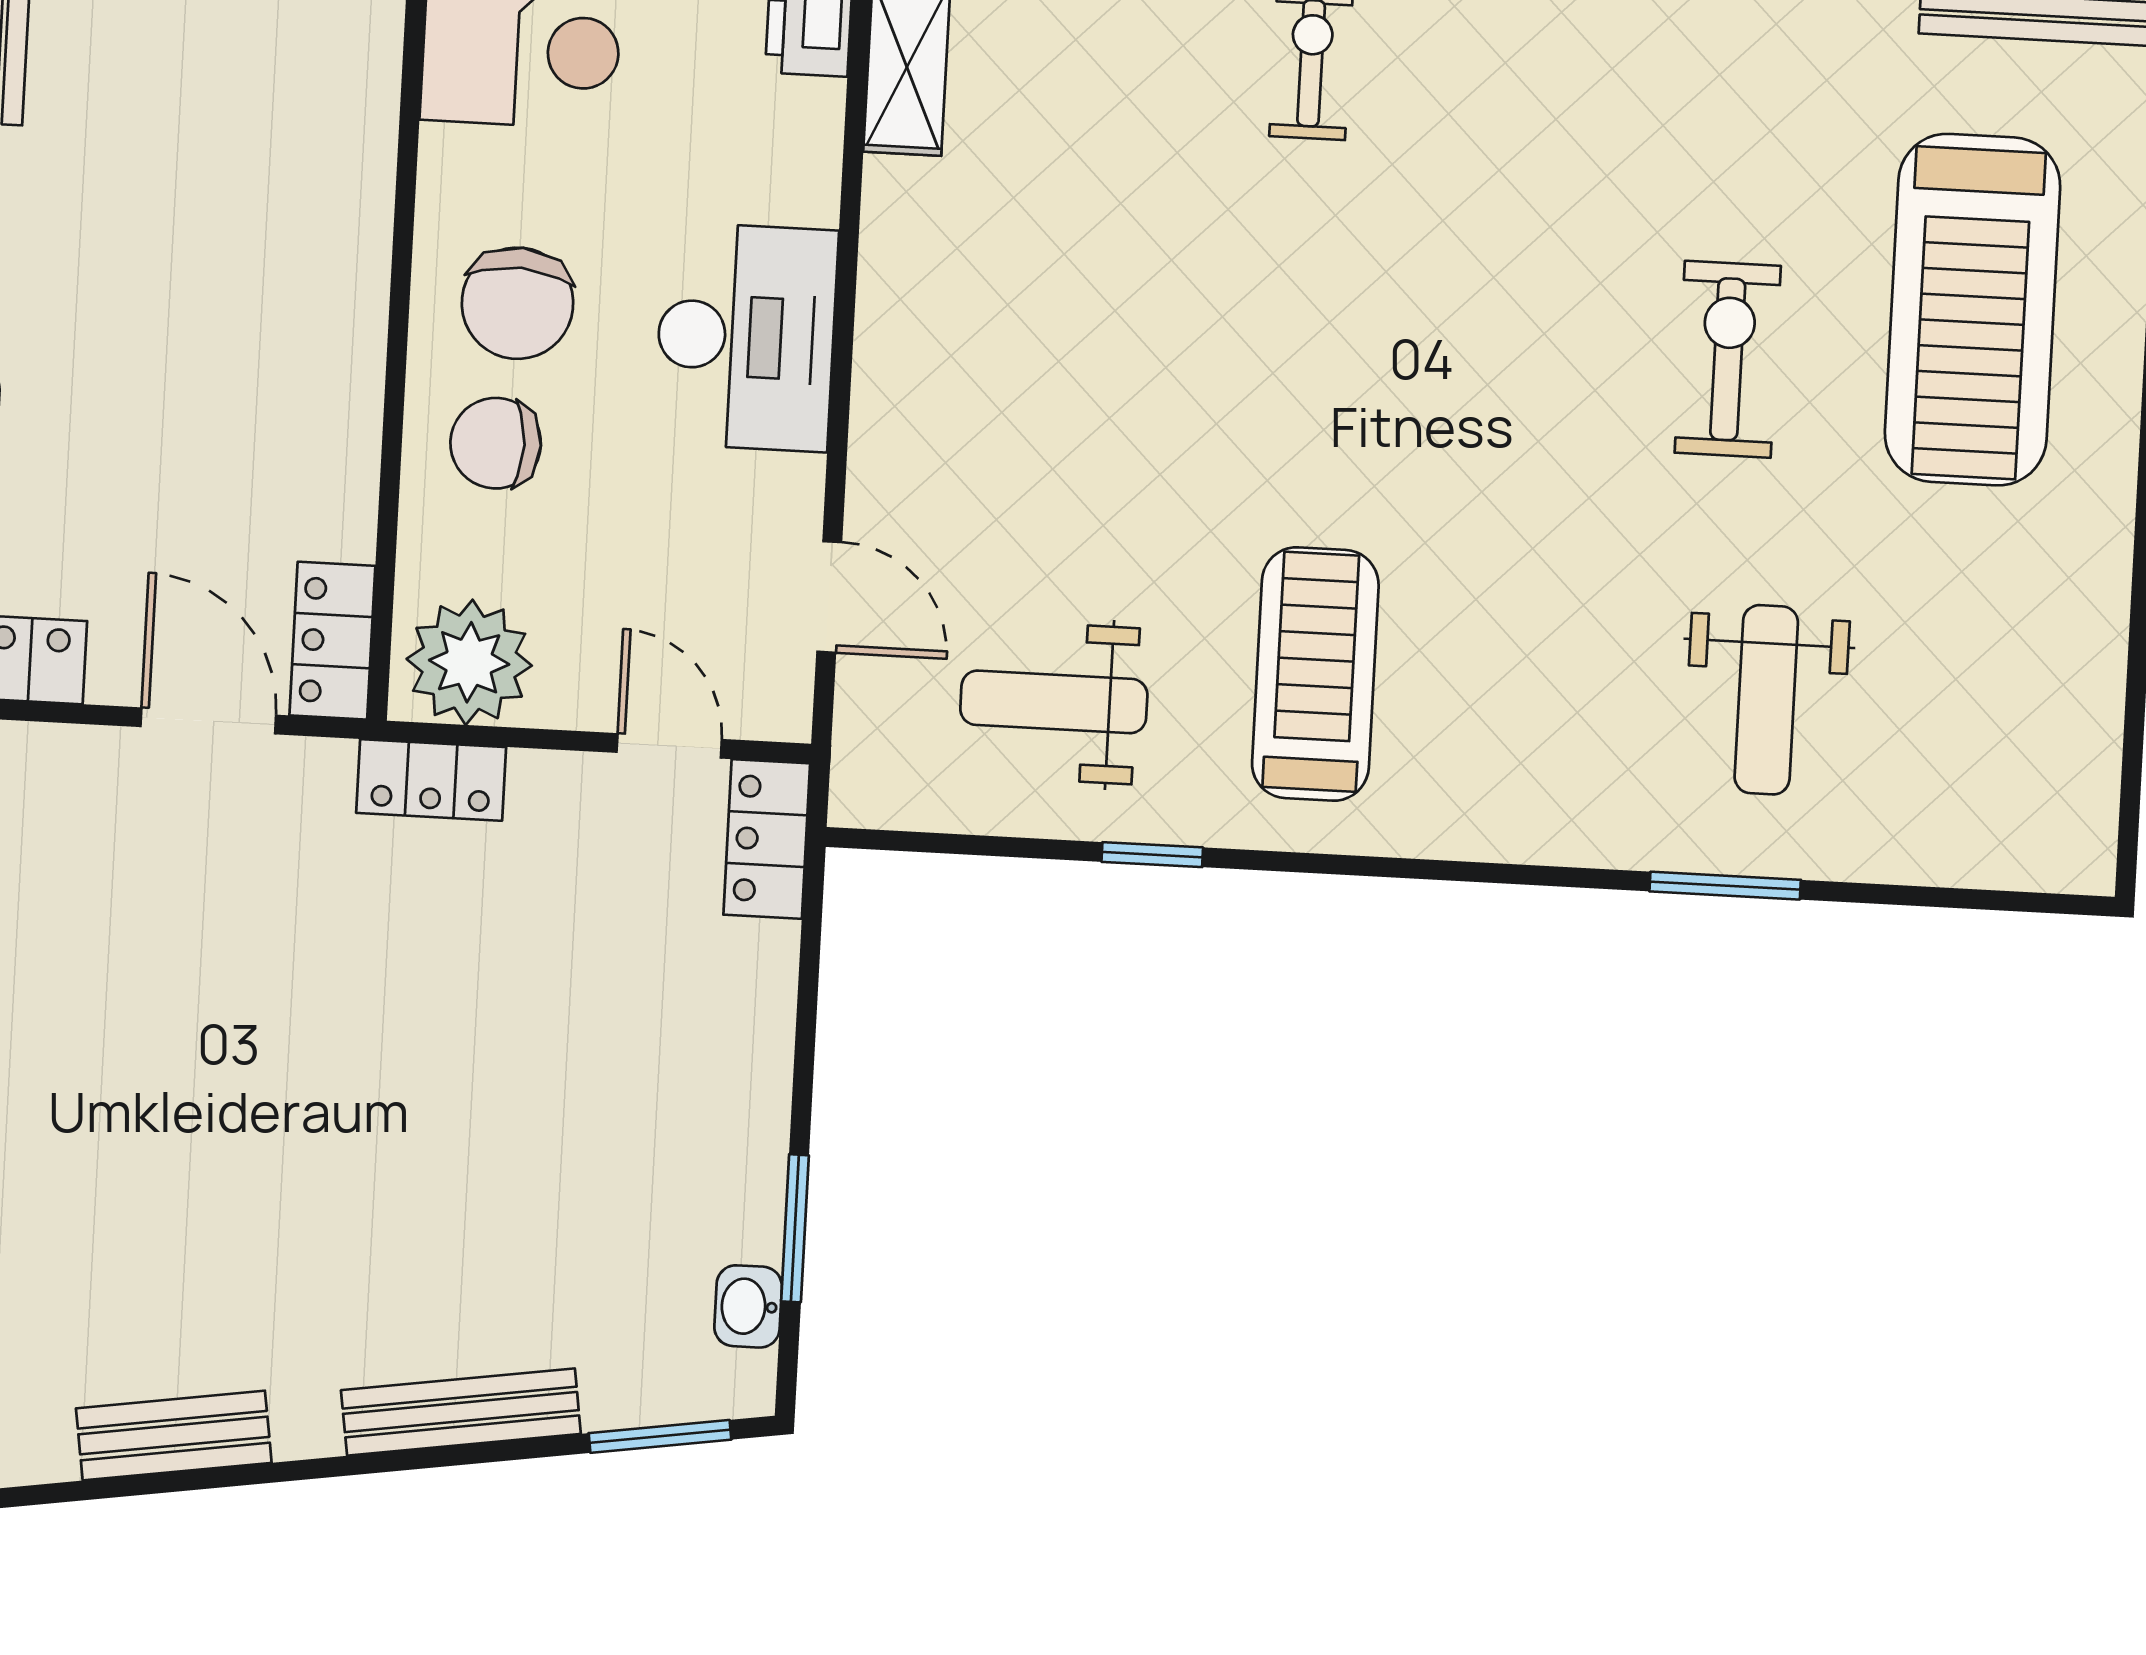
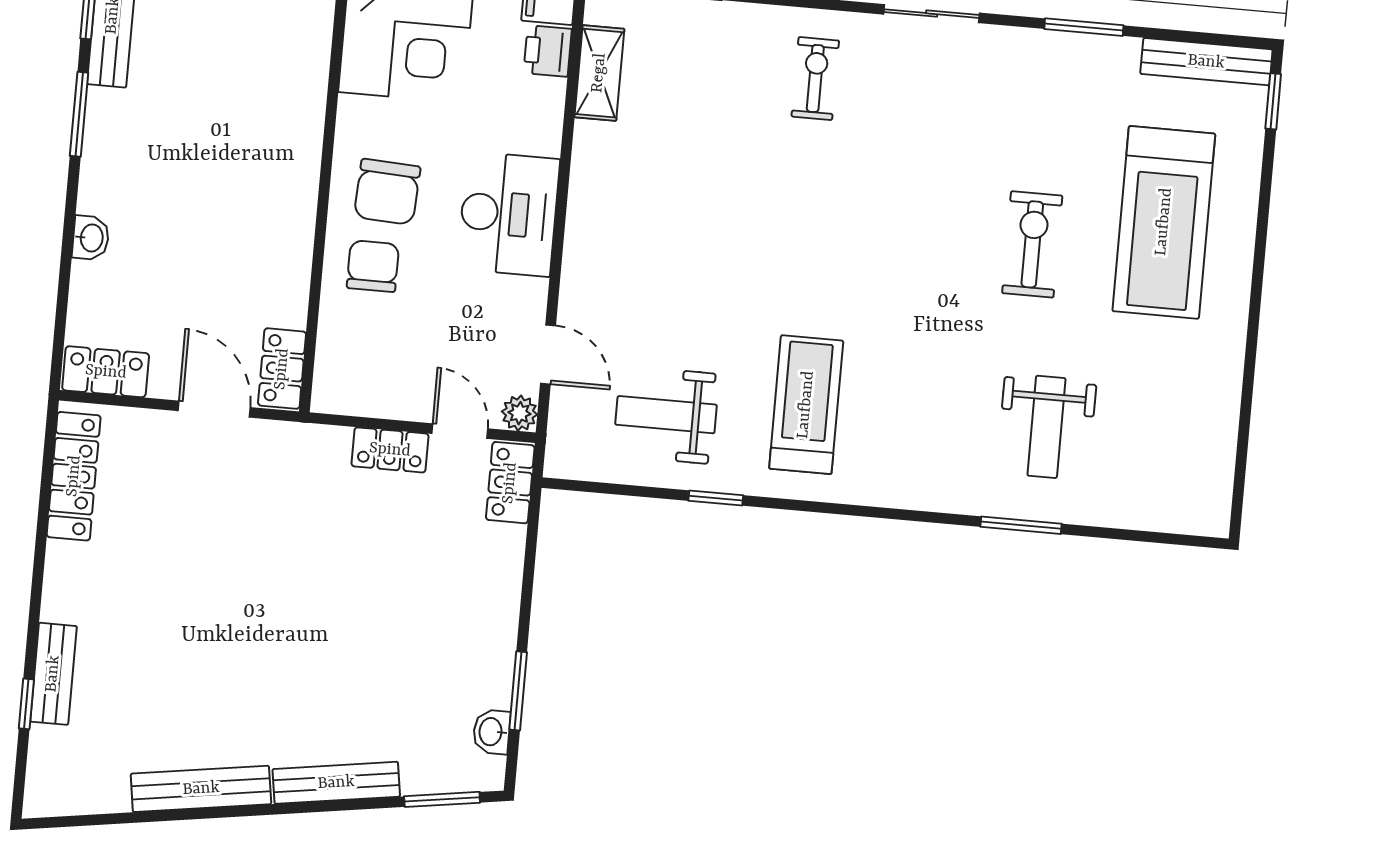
chair: (496, 443) -> (373, 266), turned 90
plant: (469, 662) -> (520, 413), moved, width x0.53, depth x0.53
locker: (431, 780) -> (390, 450), moved
bench: (174, 1436) -> (201, 789), width x1.36

